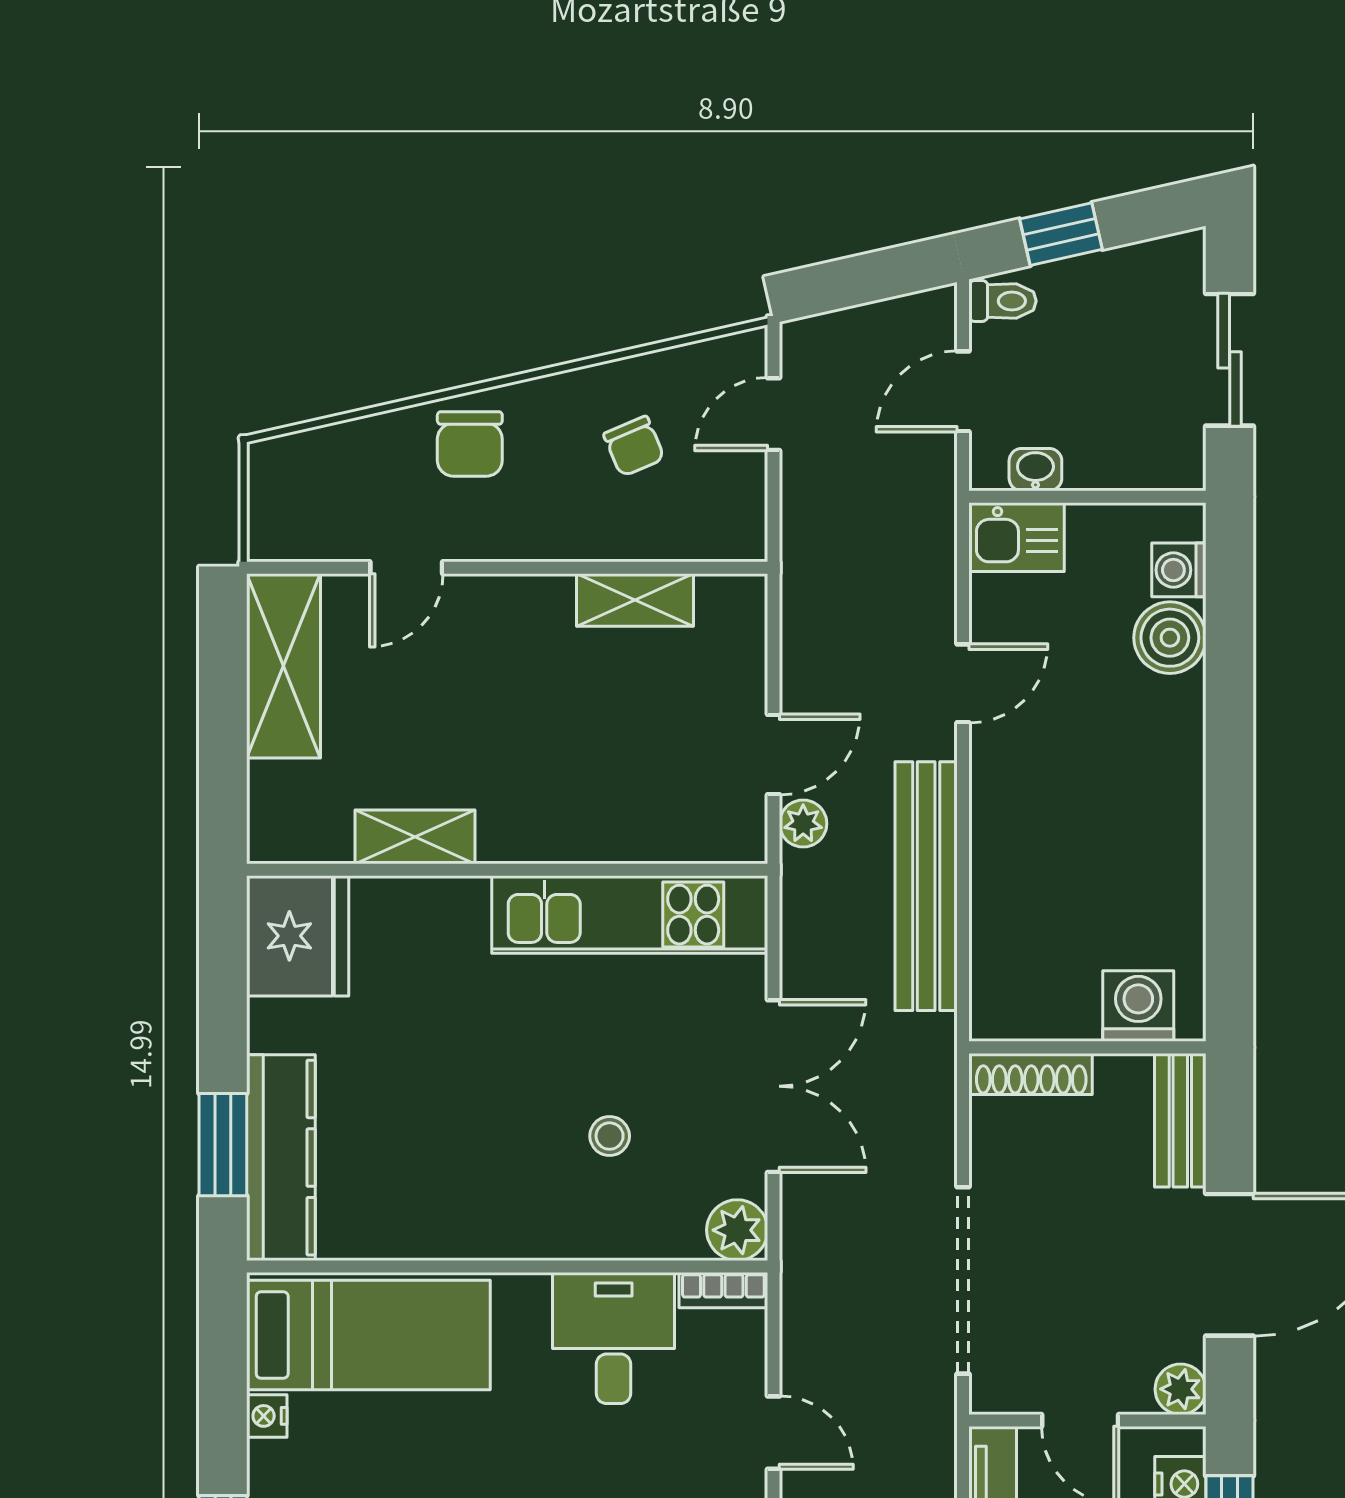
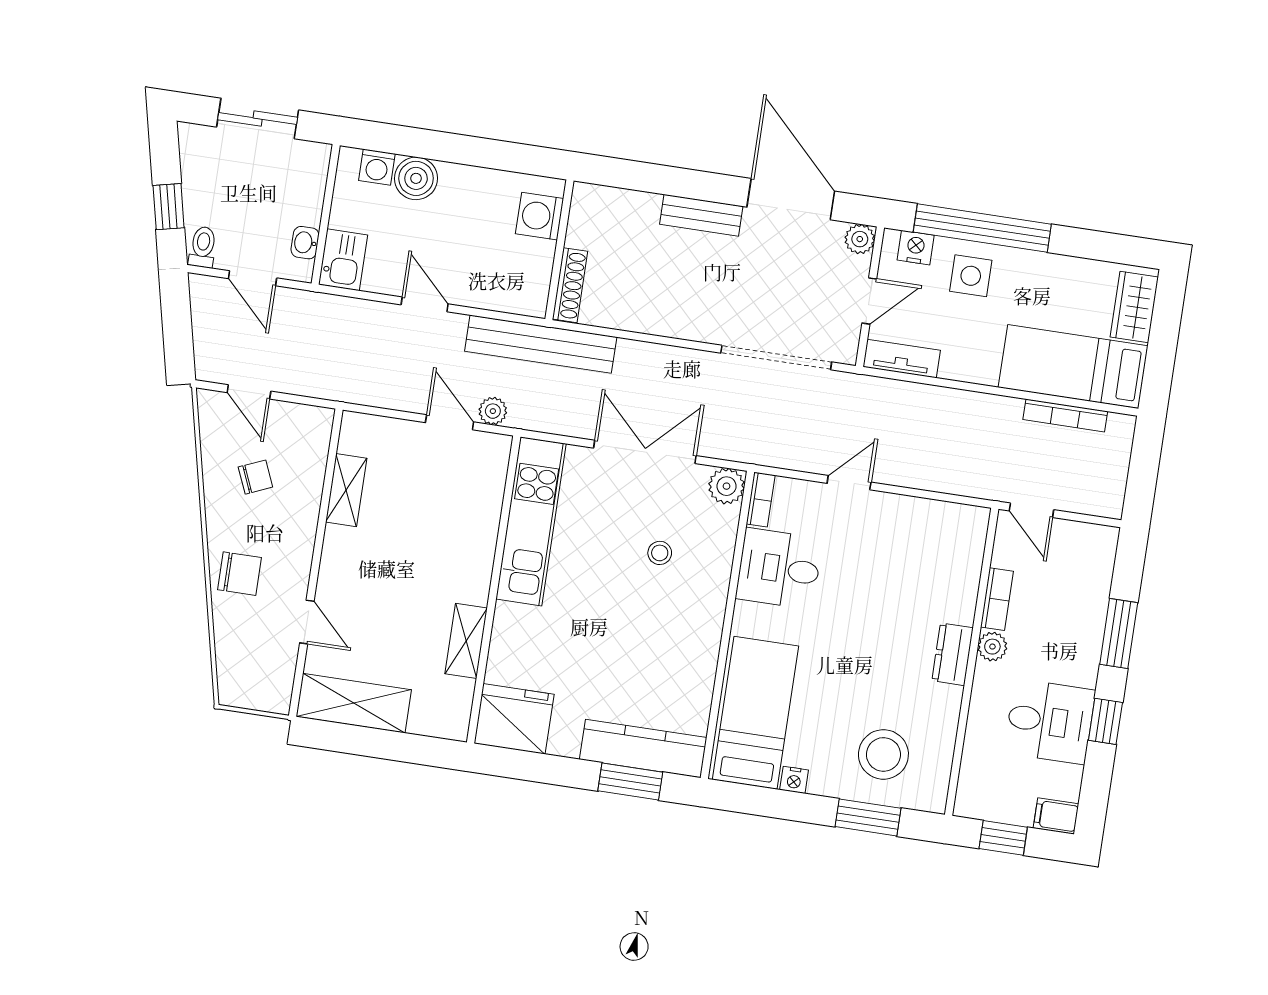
washing machine: (1138, 1006) -> (540, 216), moved
wall: (1087, 1047) -> (559, 250), moved
shoe rack: (1031, 1074) -> (570, 285), moved

